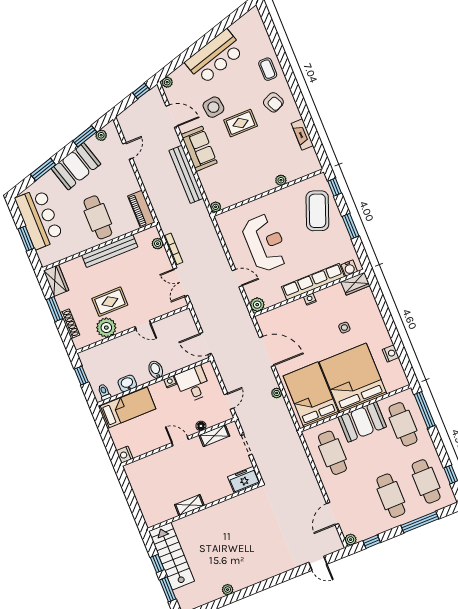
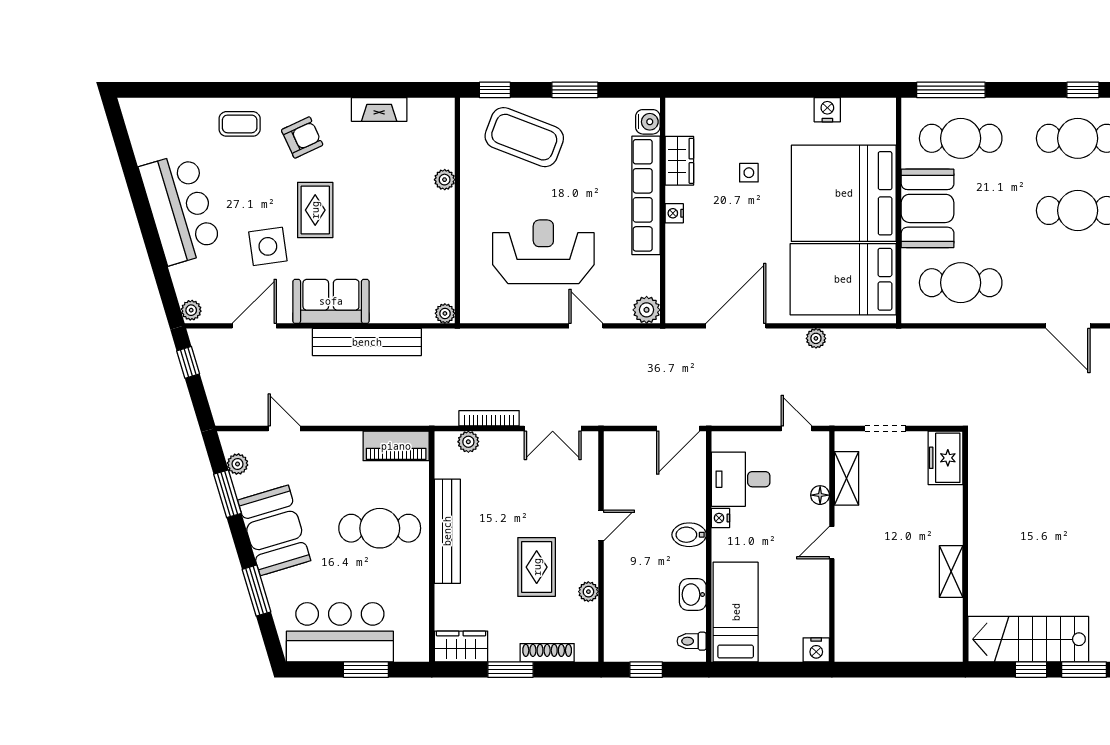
door: (237, 278) -> (586, 326), hinge flipped
wardrobe: (355, 284) -> (679, 161), moved
plant: (106, 328) -> (588, 592), width x0.53, depth x0.53

